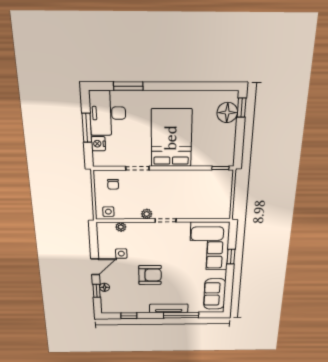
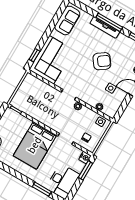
window: (87, 128) -> (86, 170), moved
nightstand: (98, 144) -> (85, 158), moved
window: (231, 257) -> (34, 55), moved
armchair: (150, 275) -> (102, 61), turned 144
window: (181, 315) -> (109, 22), moved

